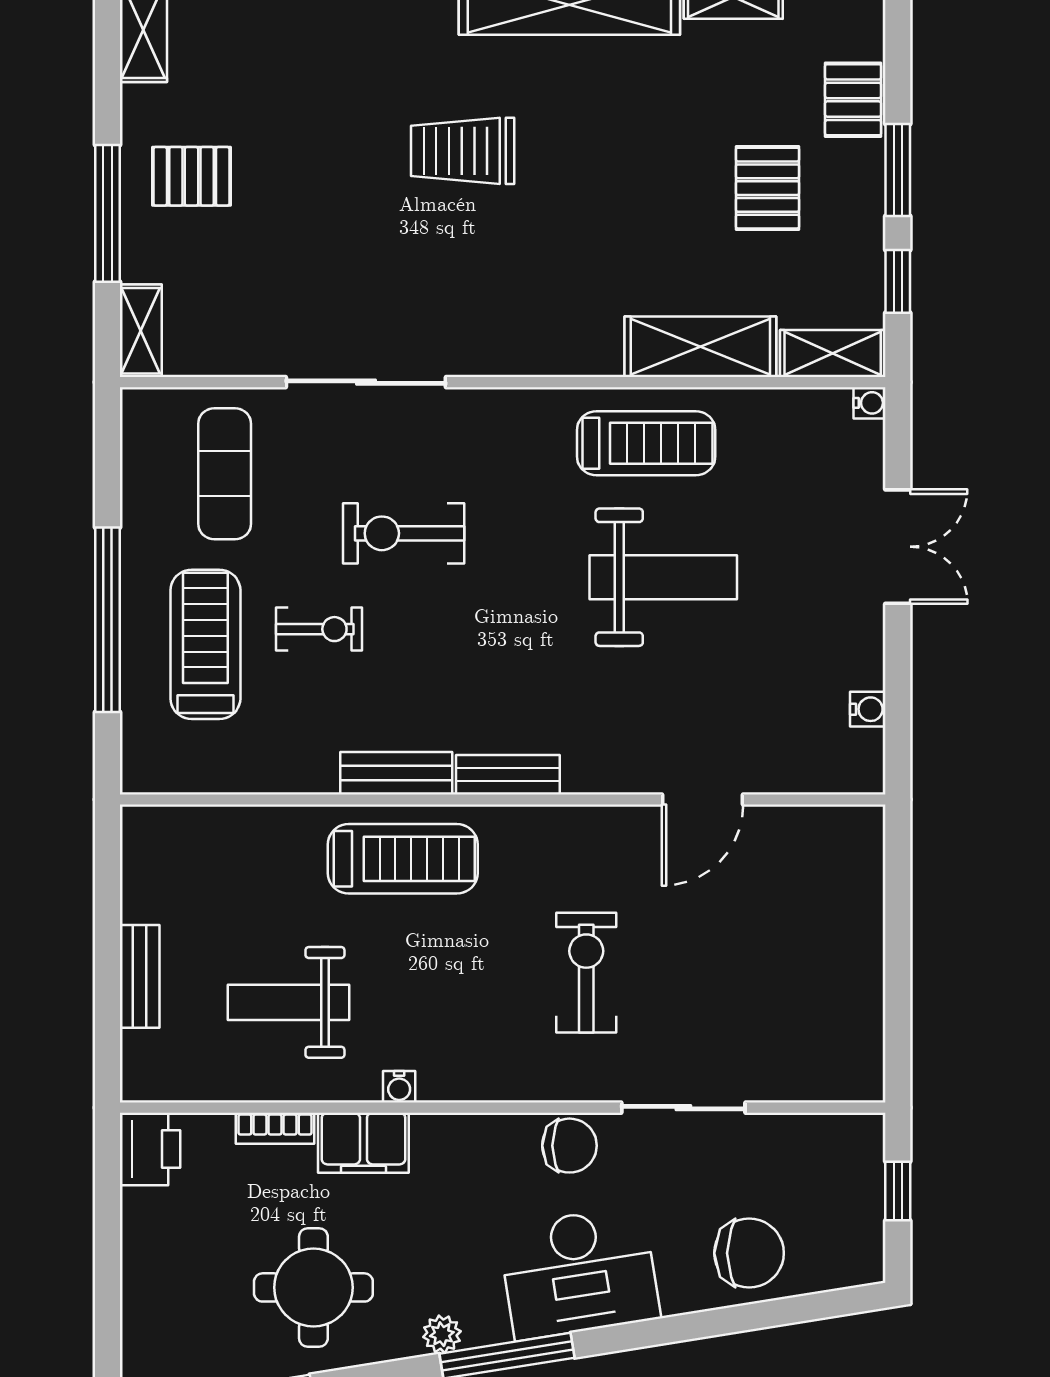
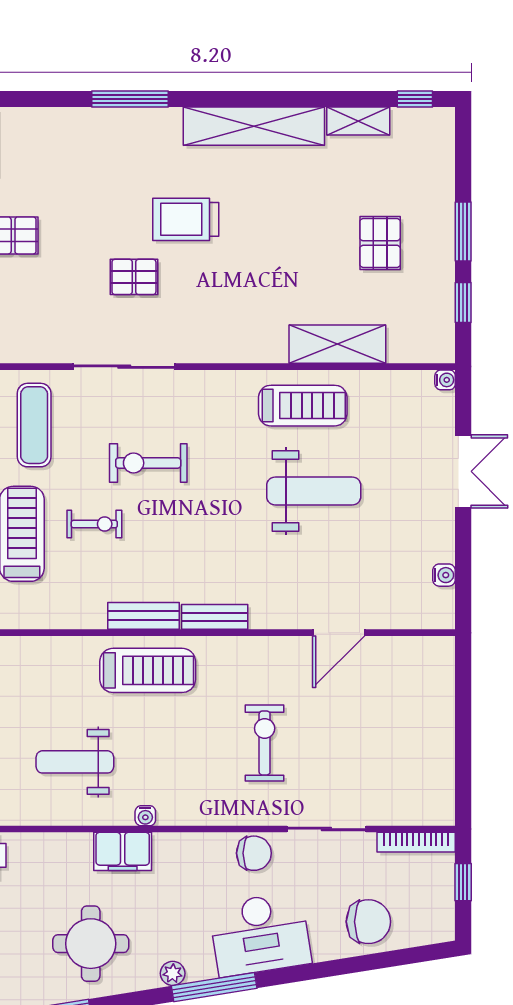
pallet: (853, 100) -> (134, 277), moved, turned 90
shelving: (833, 353) -> (422, 348), removed
bookcase: (275, 1128) -> (416, 842), moved, width x1.56

